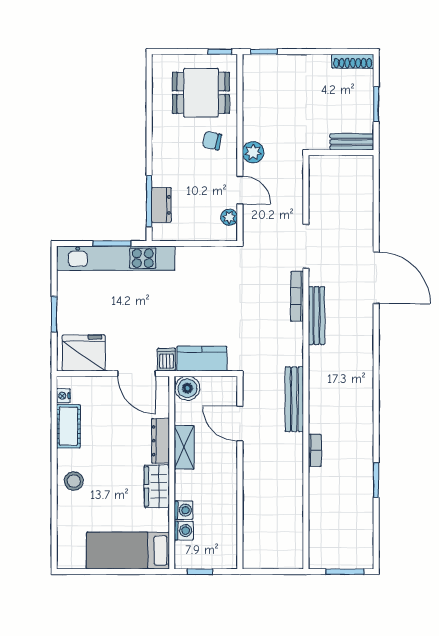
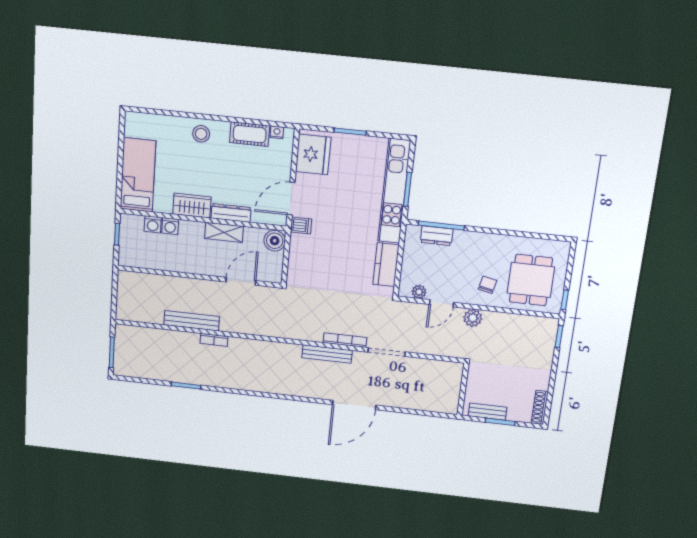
bench: (352, 142) -> (488, 412), moved, turned 90
kitchen counter: (202, 359) -> (386, 265), moved, turned 180
bench: (294, 399) -> (192, 321), moved

